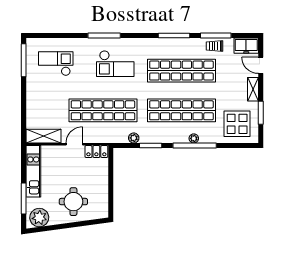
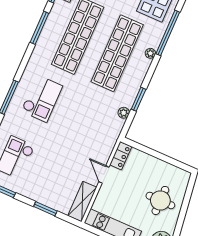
window: (24, 108) -> (45, 209), added
shop shelf: (103, 110) -> (83, 131), removed
window: (195, 145) -> (168, 33), moved

